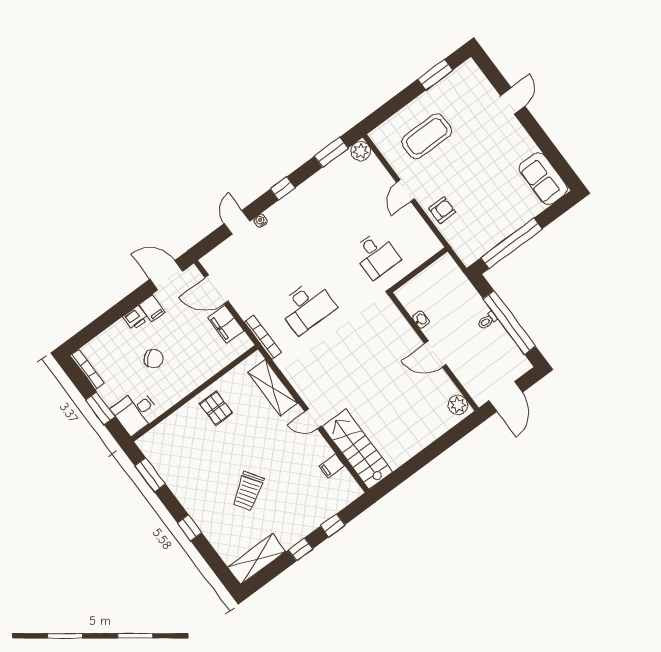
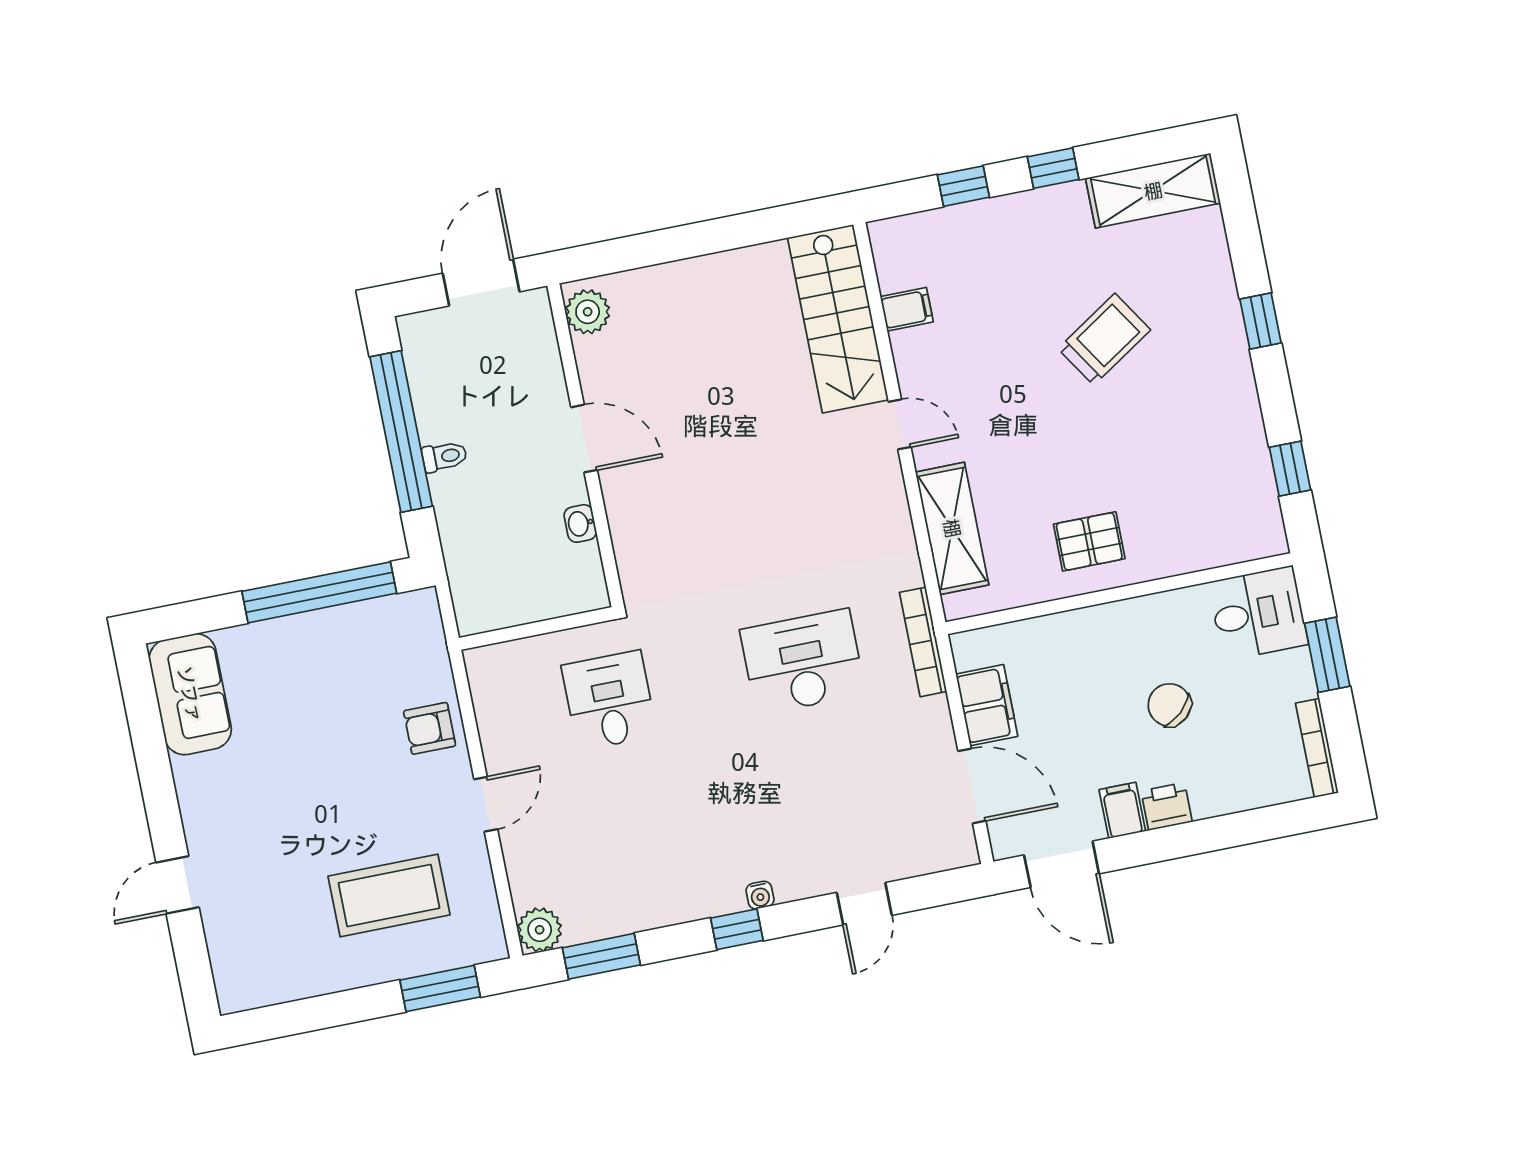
window: (435, 75) -> (440, 989), moved
water cooler: (260, 221) -> (760, 895), moved
pallet: (216, 408) -> (1089, 541), turned 90
window: (150, 475) -> (1290, 469), width x0.67

